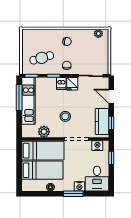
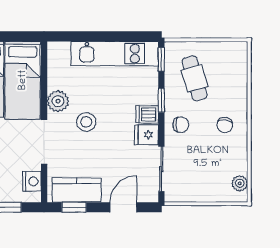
window: (19, 97) -> (121, 36), removed
plant: (44, 132) -> (58, 101), moved

